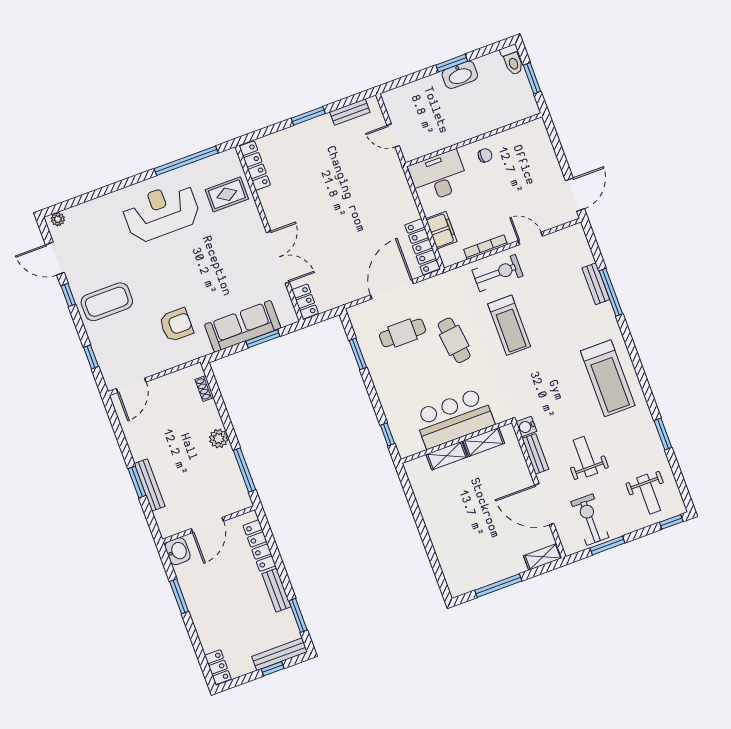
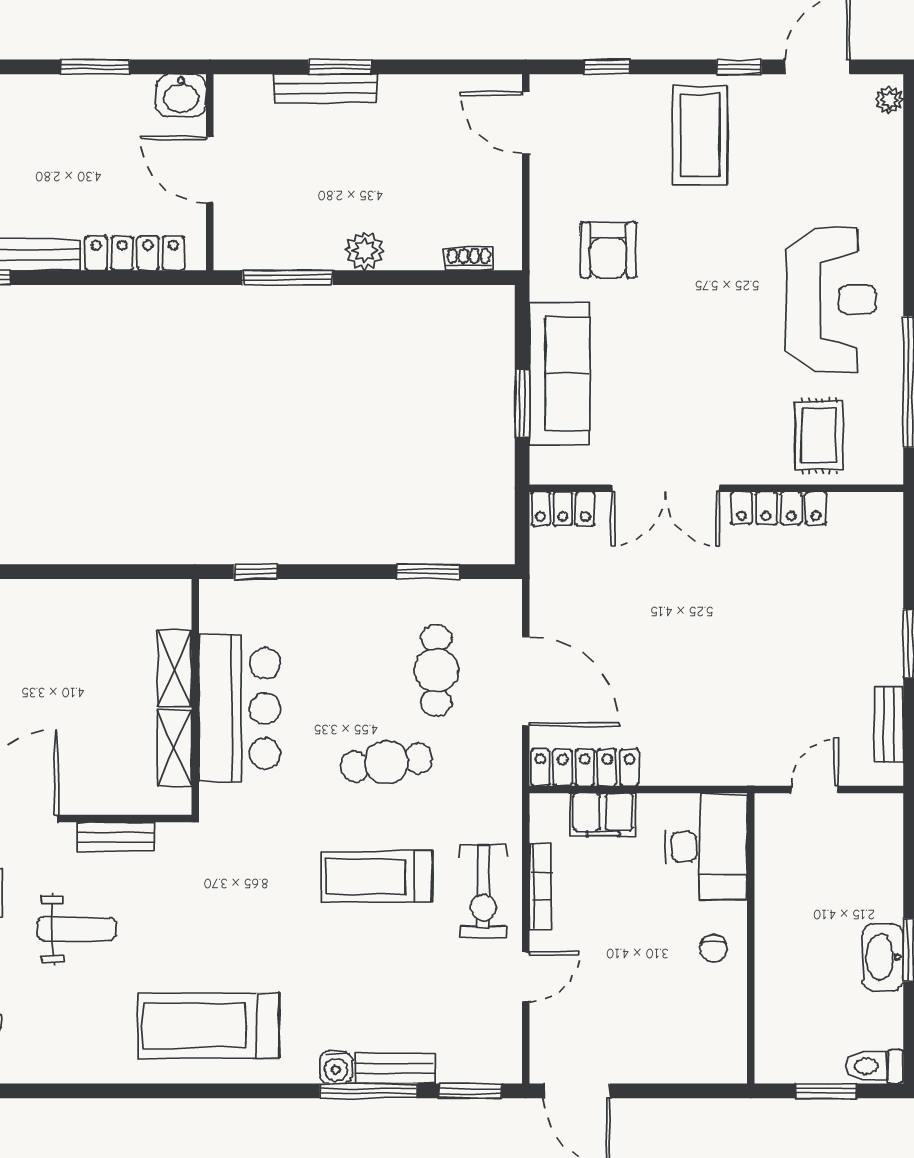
locker: (255, 166) -> (779, 508), moved
water cooler: (526, 427) -> (336, 1067), moved, turned 180
window: (663, 434) -> (471, 1091), moved

